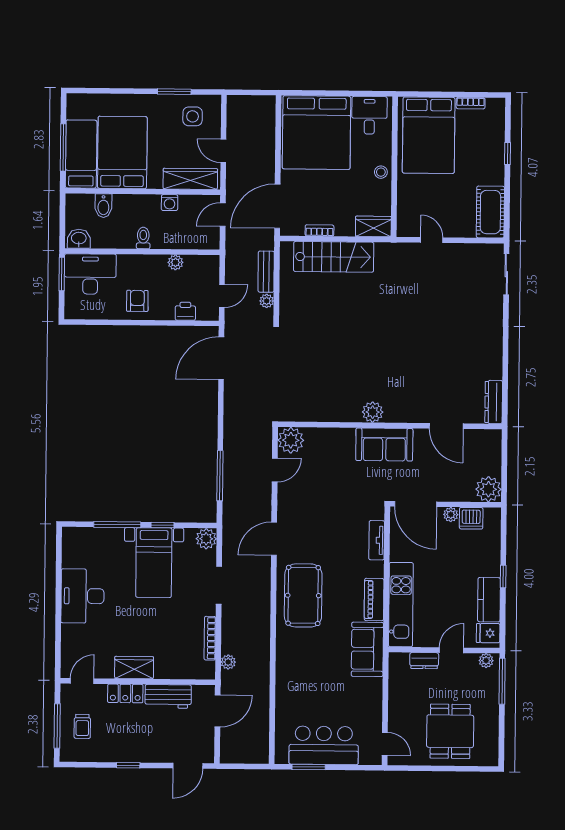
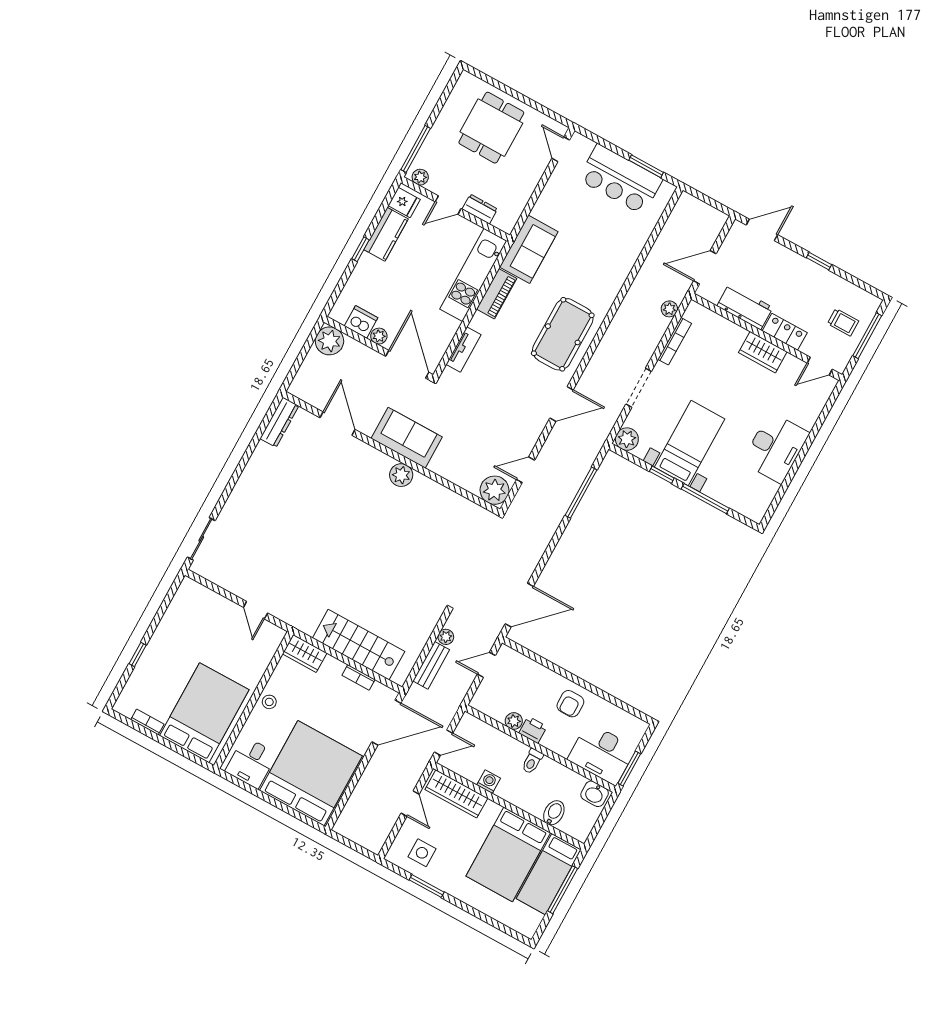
cot: (490, 212) -> (184, 607), removed
printer: (185, 311) -> (533, 730), moved, turned 180
trolley: (82, 726) -> (843, 322), turned 90

